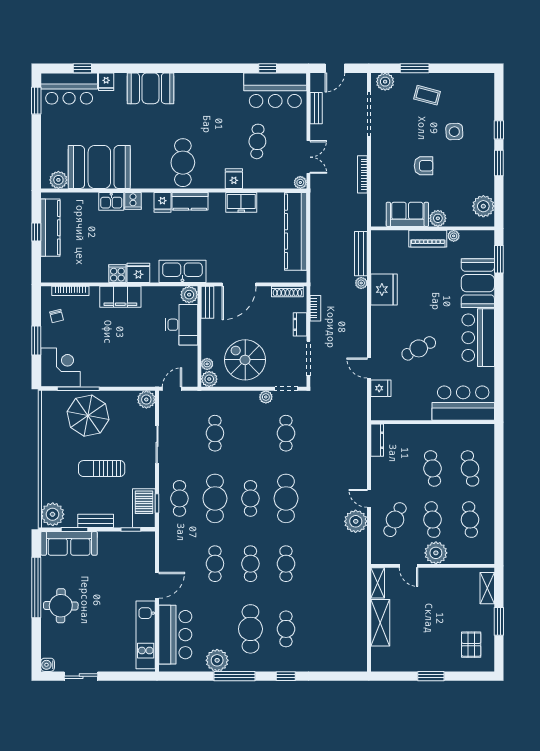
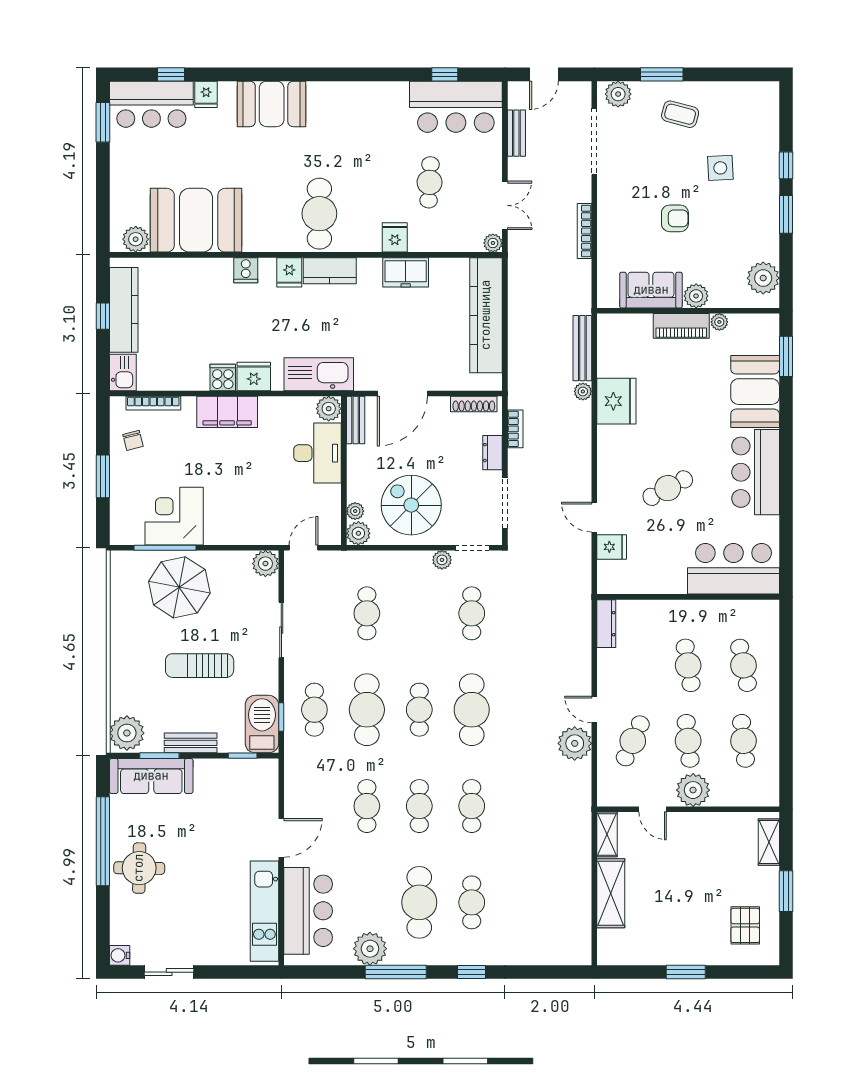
kitchen sink: (111, 201) -> (123, 372), moved, turned -90
corner desk: (60, 367) -> (174, 516), moved, turned -90

